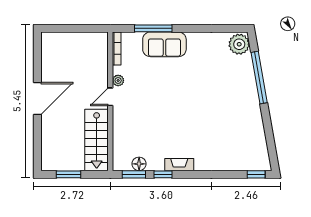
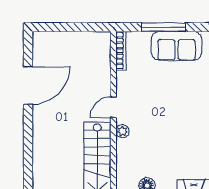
plant: (118, 80) -> (122, 131), moved
door: (37, 99) -> (28, 85), moved

